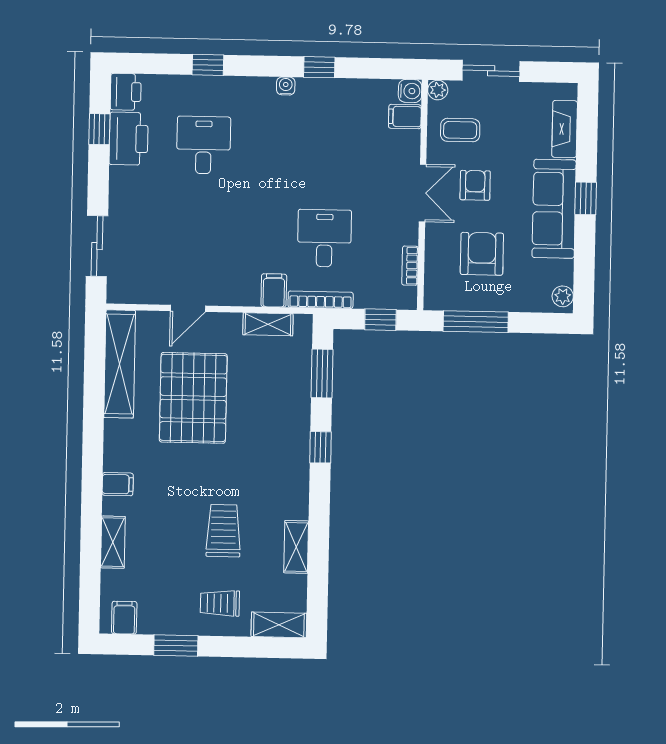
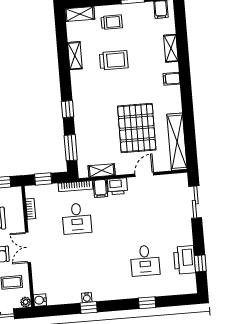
water cooler: (286, 86) -> (87, 297), moved
printer: (126, 92) -> (118, 186), moved, turned -90
filing cabinet: (405, 117) -> (41, 286), removed
trolley: (223, 531) -> (114, 60), turned -90

